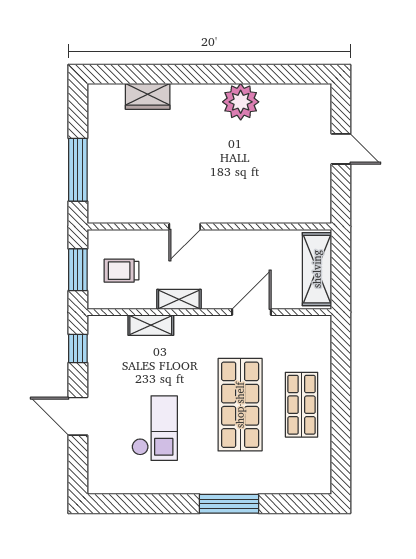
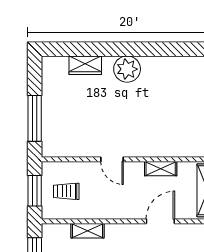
plant: (241, 102) -> (127, 69), moved
door: (185, 227) -> (112, 159), hinge flipped
shelving: (179, 299) -> (161, 169), moved

